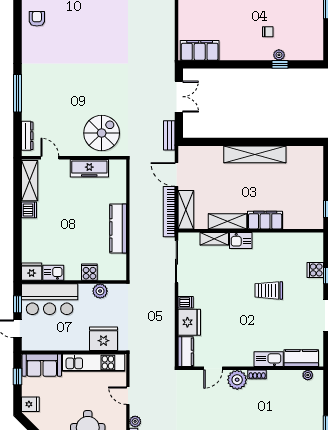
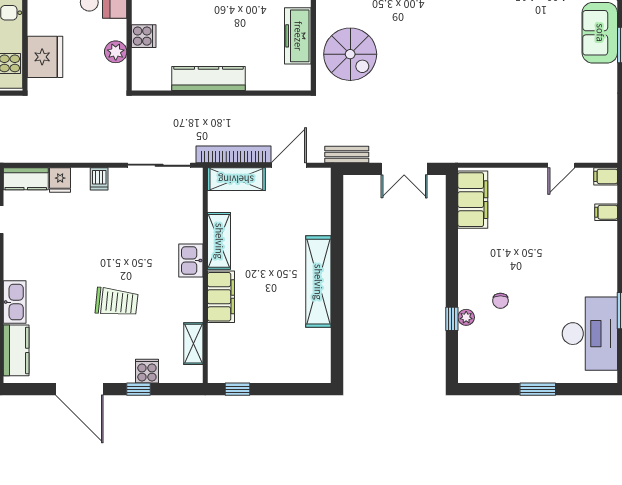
shelving: (214, 239) -> (193, 344), moved
trolley: (269, 290) -> (117, 302), turned 96
fridge: (189, 322) -> (60, 180), width x0.53, depth x0.75

